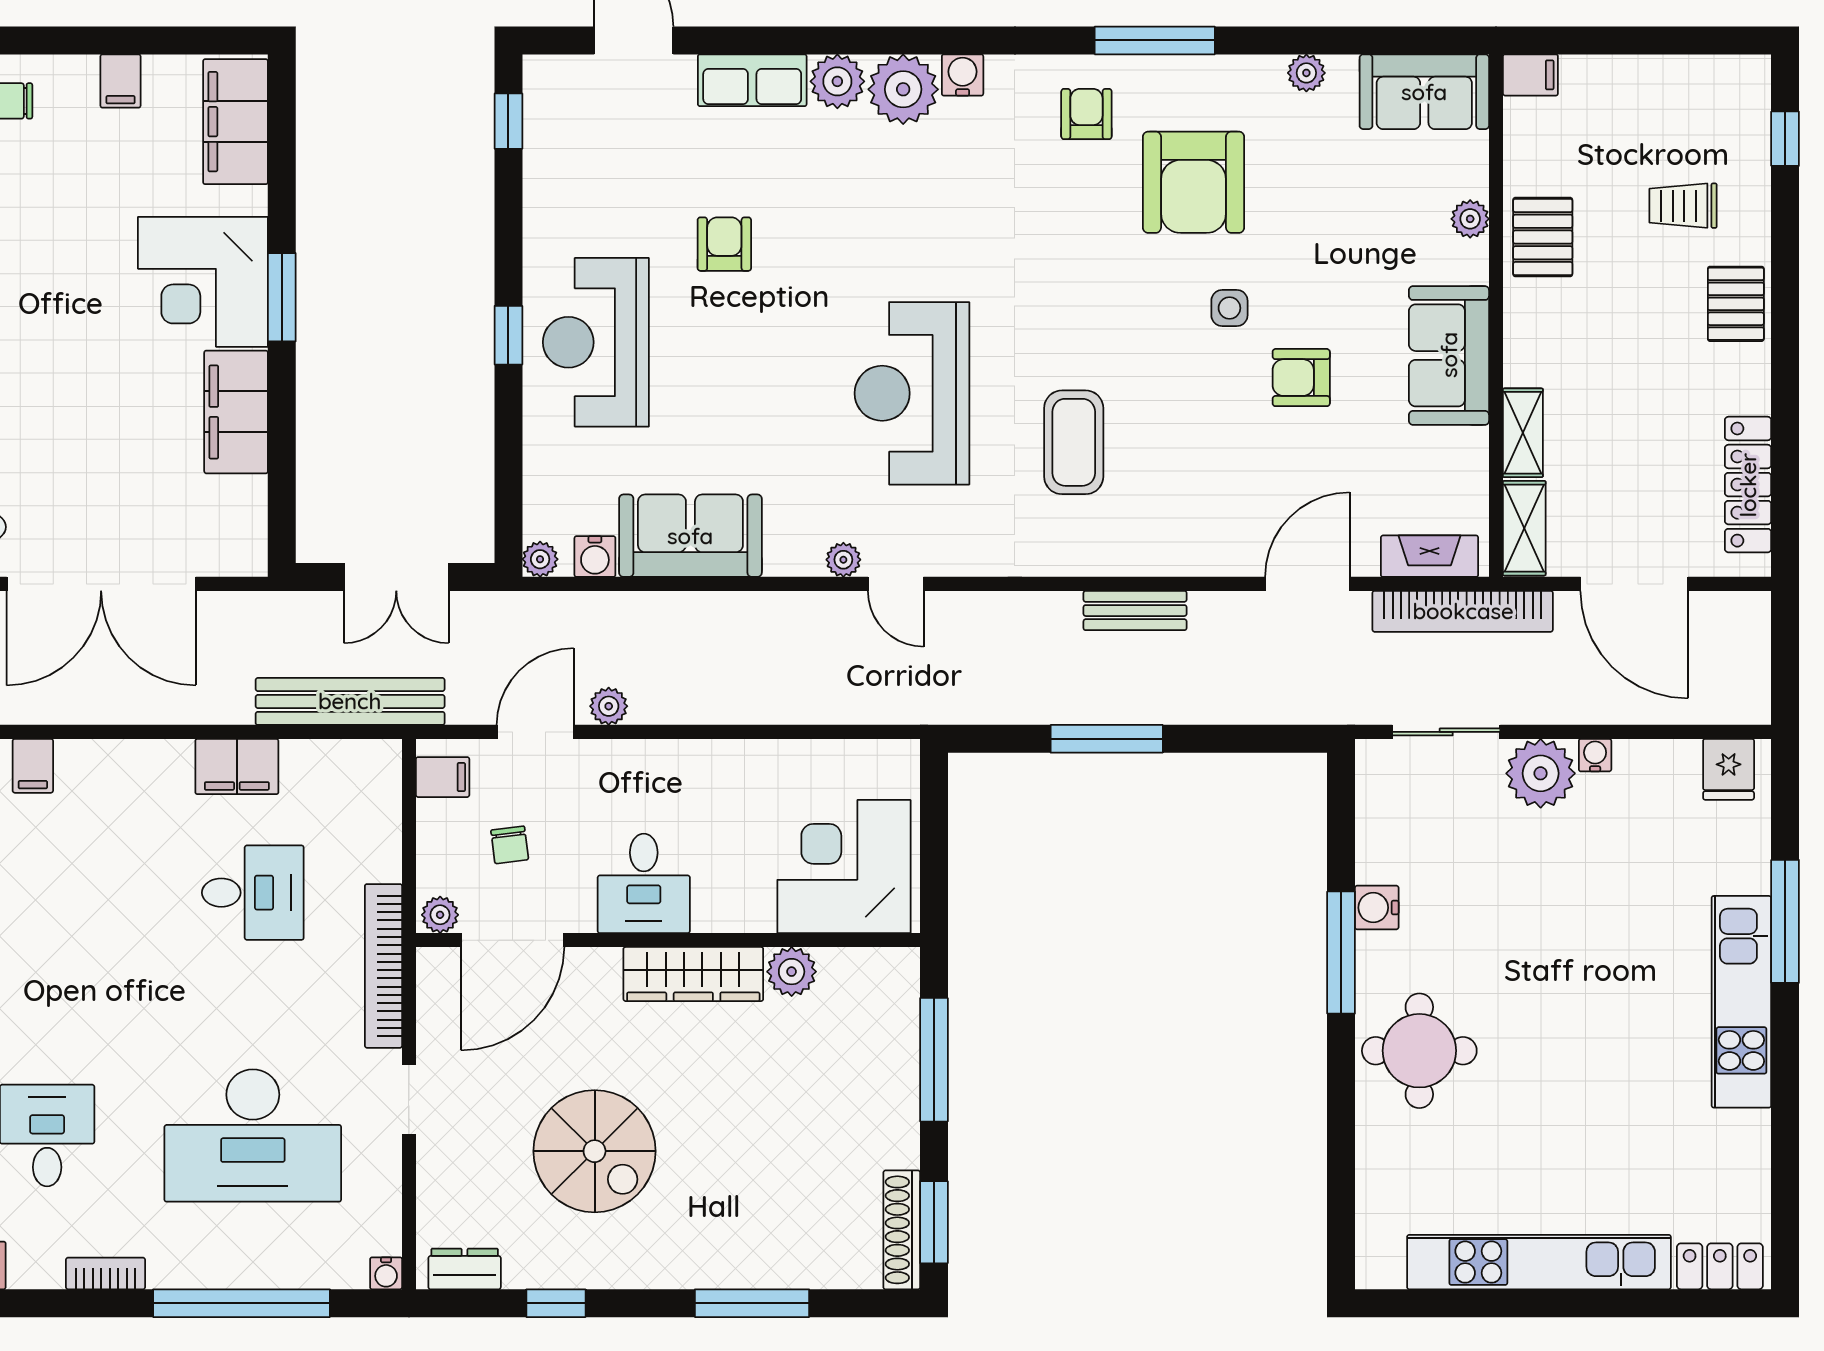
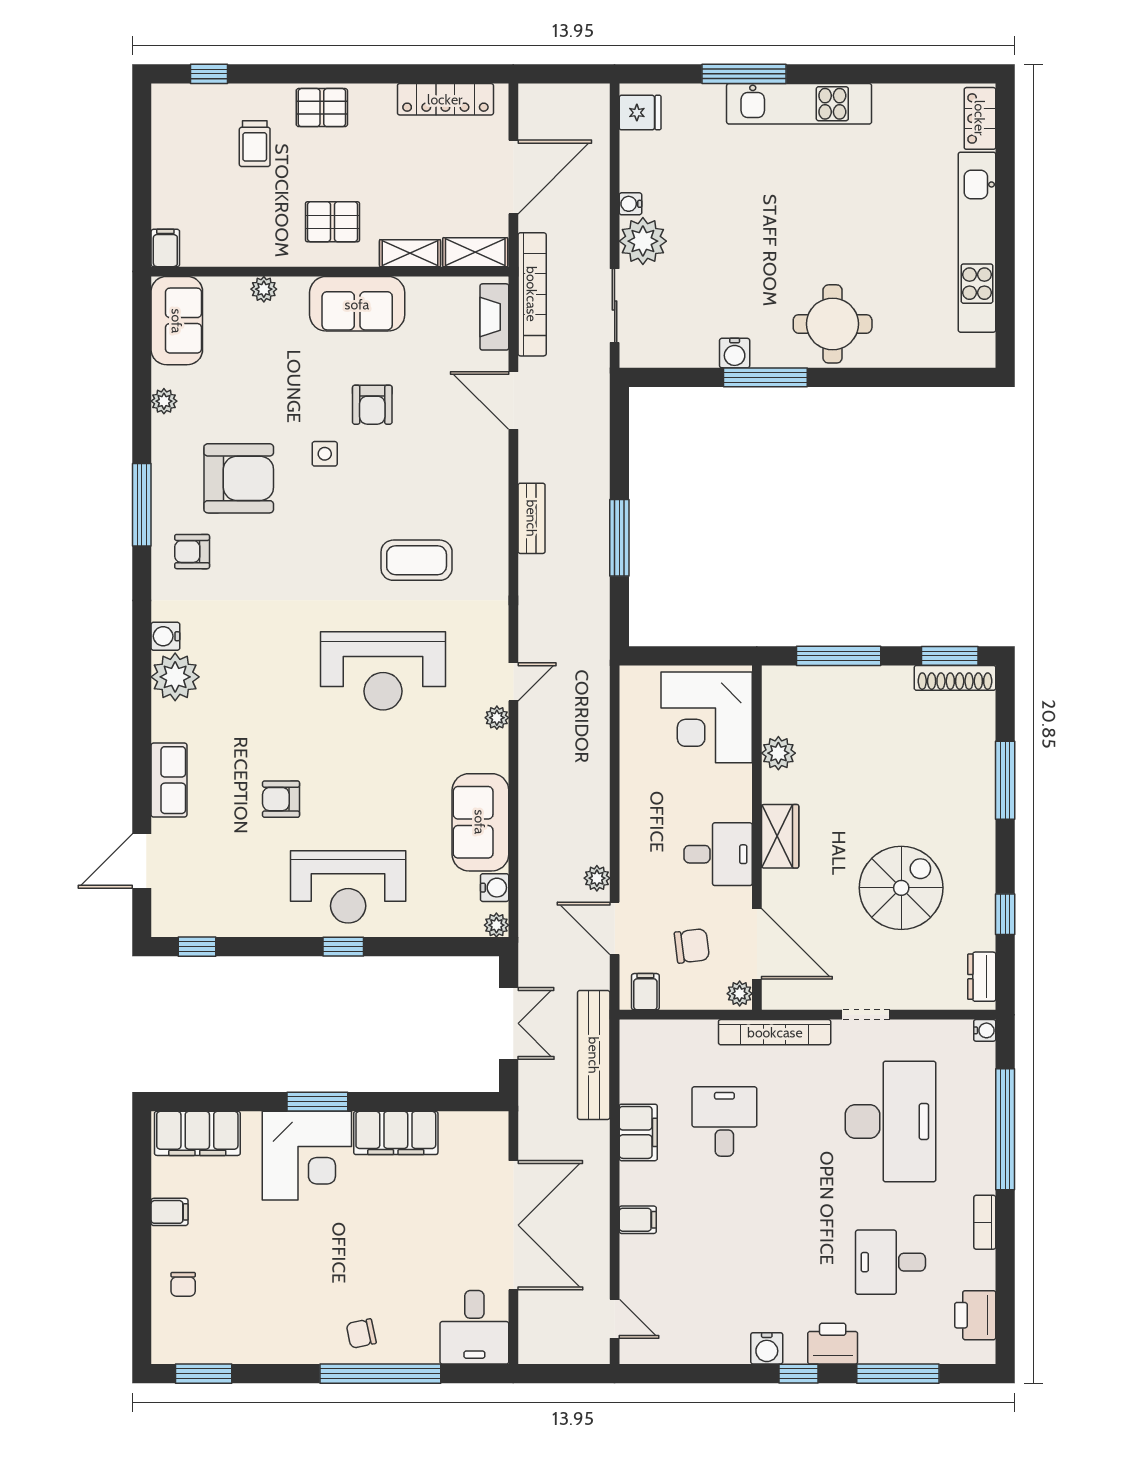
plant: (837, 81) -> (170, 722), removed
pallet: (1543, 237) -> (332, 222), moved
filing cabinet: (33, 766) -> (638, 1220), moved
chair: (510, 845) -> (692, 946), width x1.37, depth x1.37
wardrobe: (693, 974) -> (780, 836), width x0.67

